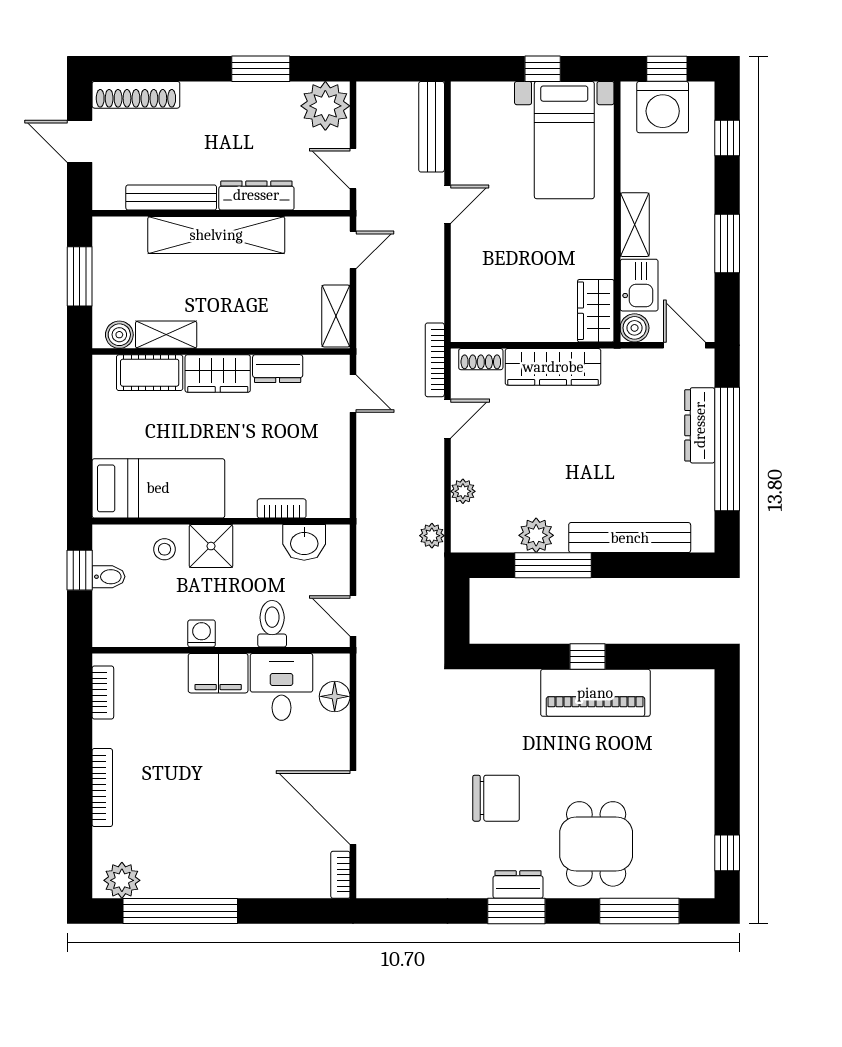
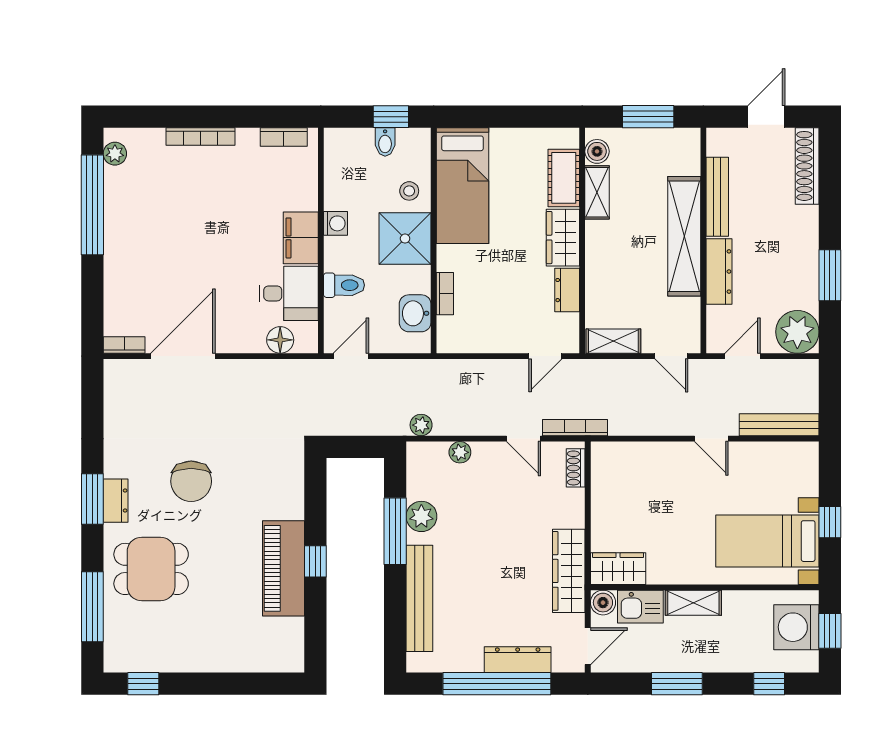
wardrobe: (553, 367) -> (569, 571), moved
shower: (211, 546) -> (405, 239), width x1.36, depth x1.36
plant: (122, 880) -> (115, 154), width x0.73, depth x0.73

